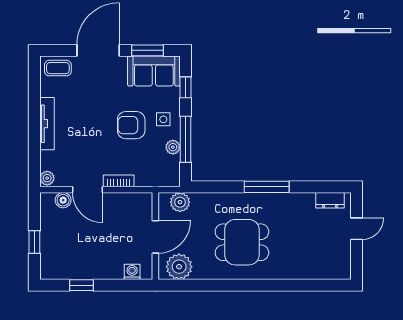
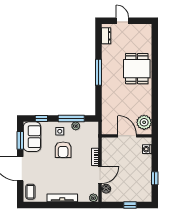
plant: (180, 202) -> (107, 122), removed
dining table: (242, 242) -> (137, 69), moved

